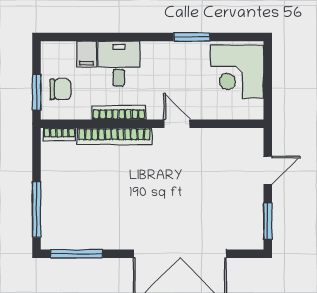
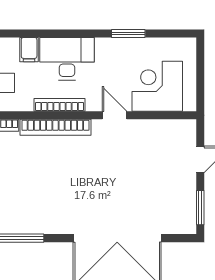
desk: (119, 64) -> (67, 59), width x1.37
corner desk: (237, 72) -> (157, 86), moved, turned 90

